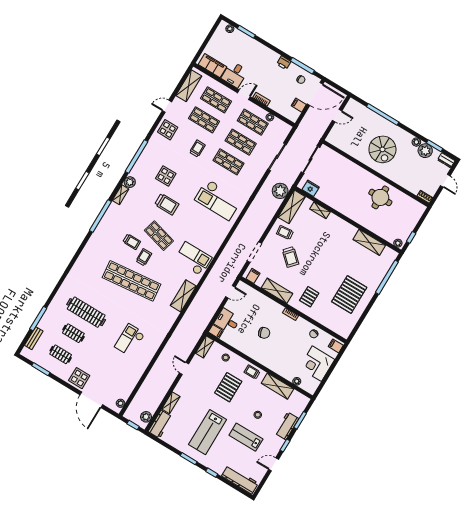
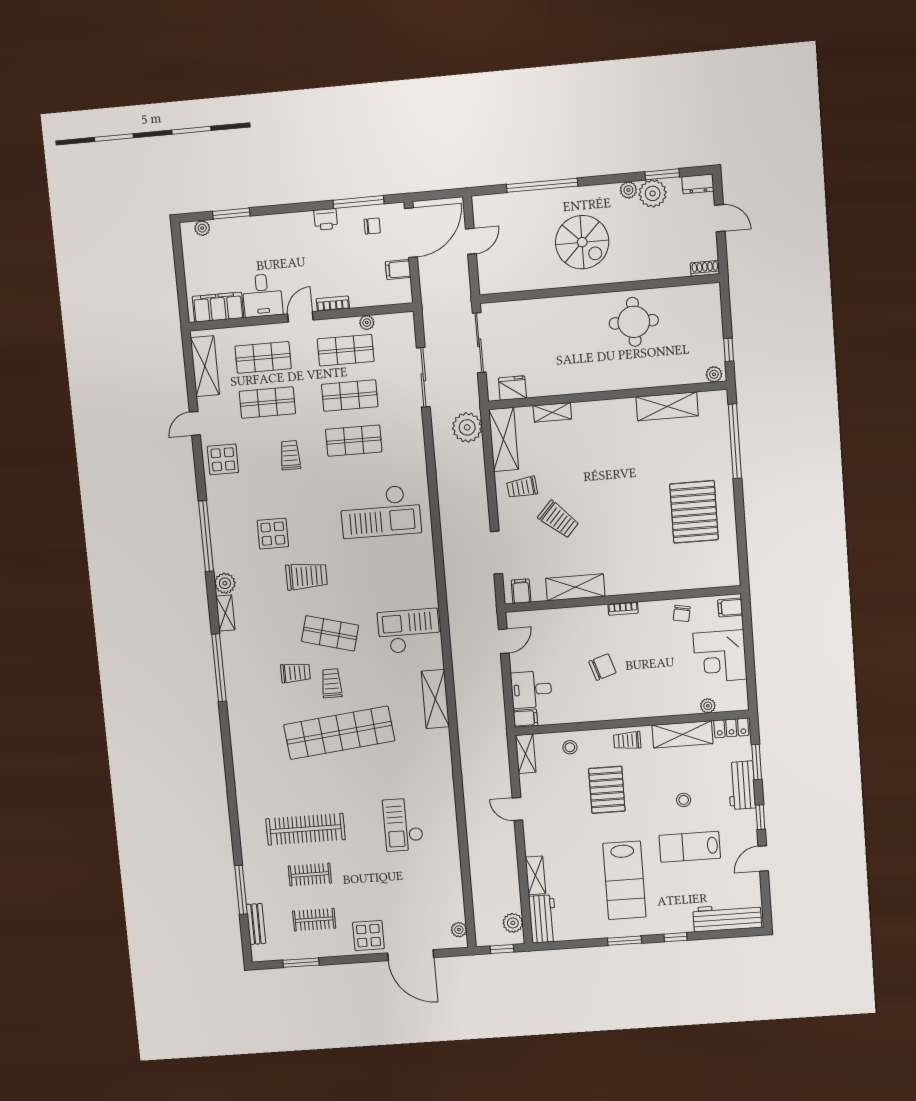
pallet: (309, 297) -> (633, 561), removed
locker: (300, 398) -> (731, 728), added

